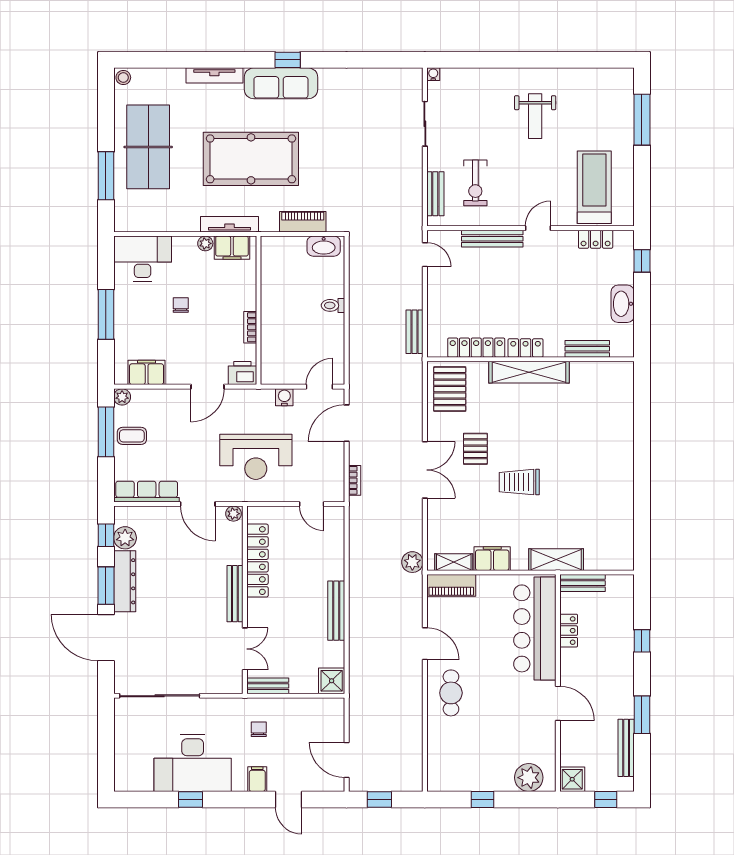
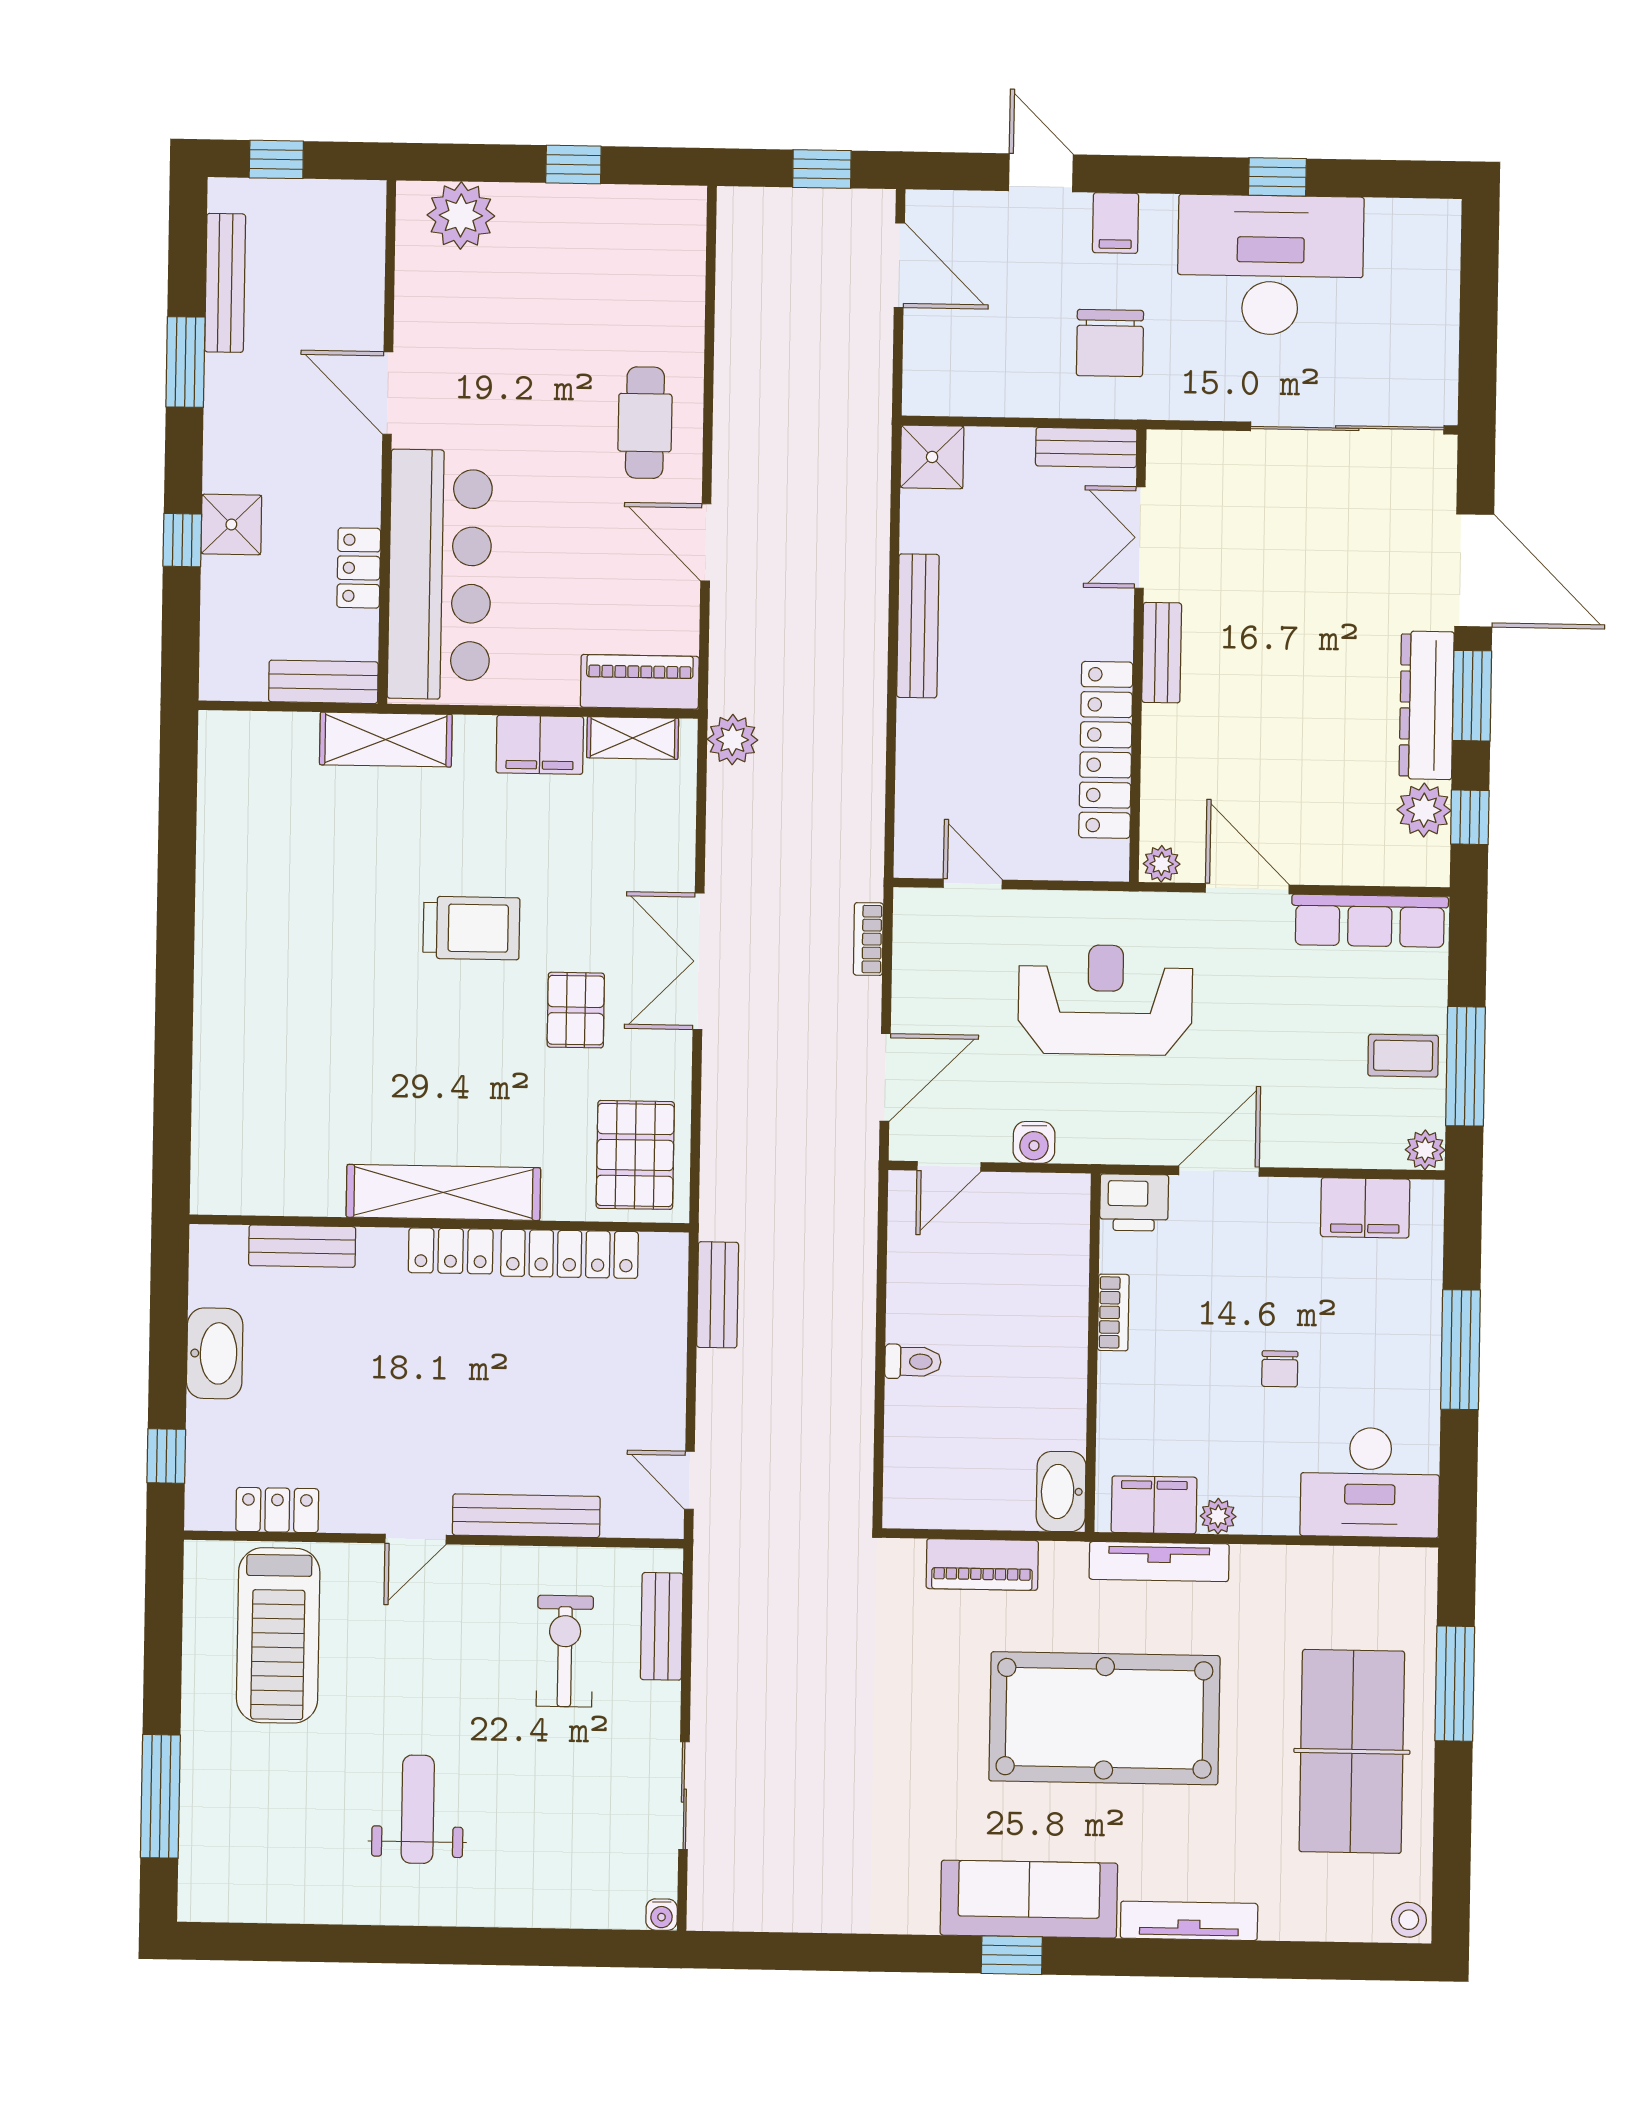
washbasin: (324, 246) -> (1061, 1492), moved, turned -90
bench: (235, 594) -> (1162, 653), width x0.73
chair: (259, 729) -> (1110, 343), width x1.87, depth x1.87
shower: (572, 779) -> (231, 524), moved

